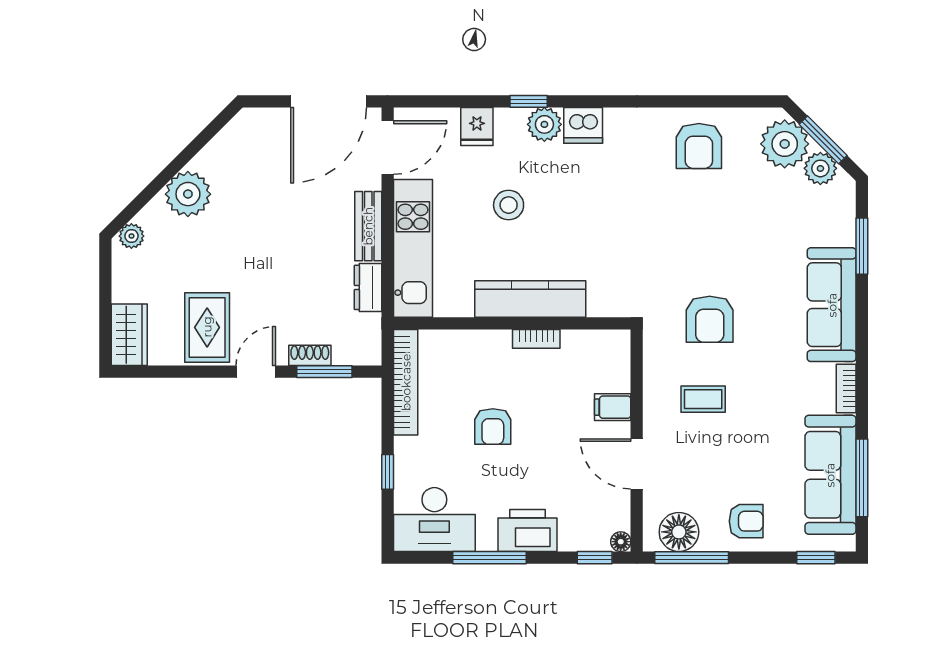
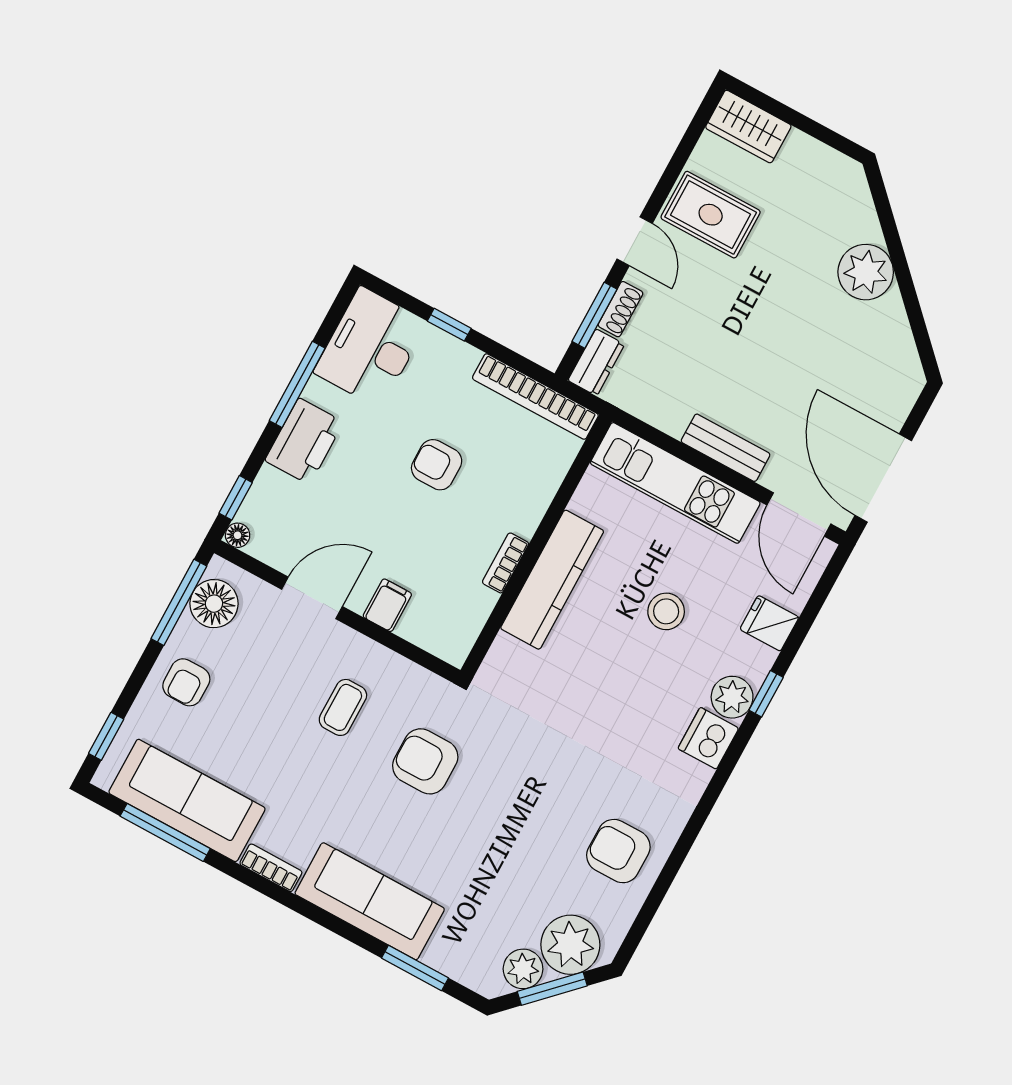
plant: (131, 236) -> (853, 187), removed
dresser: (368, 287) -> (596, 362), moved, turned 90

